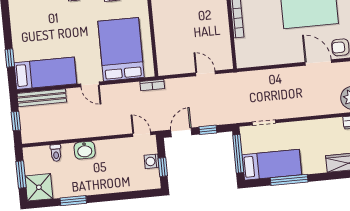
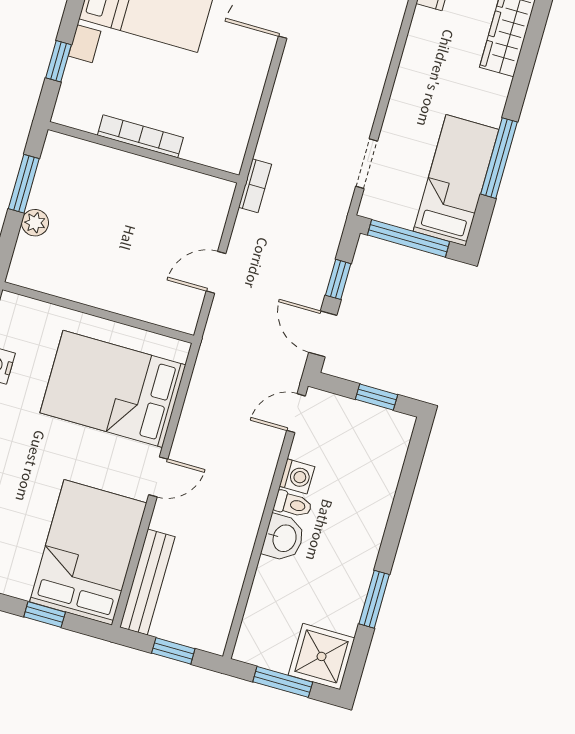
bed: (45, 73) -> (88, 552), width x1.50
door: (206, 73) -> (216, 272), moved
bookcase: (152, 85) -> (255, 186), moved
toilet: (56, 153) -> (293, 504), moved
washing machine: (152, 161) -> (297, 476), moved, turned -90

